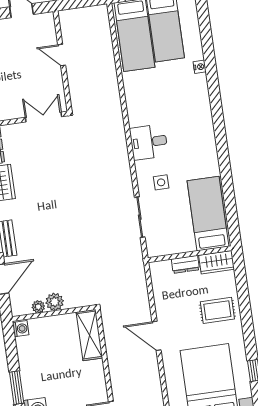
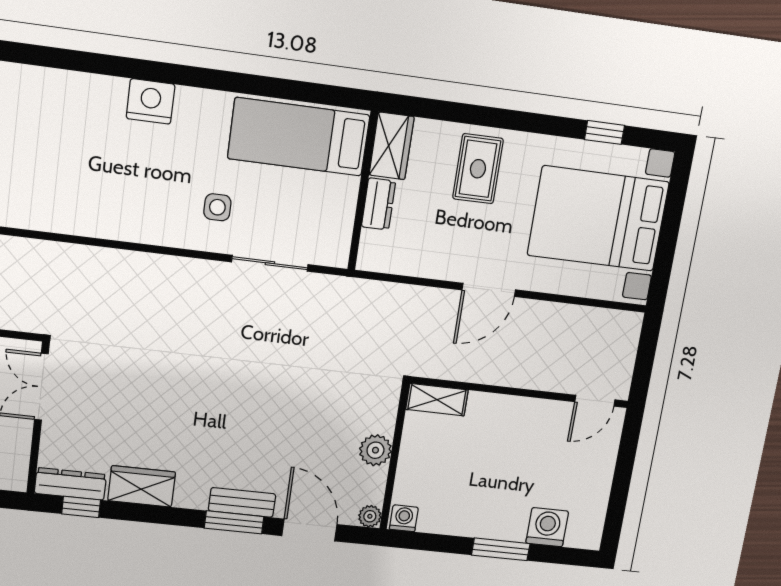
nightstand: (200, 67) -> (151, 101), moved, width x1.89, depth x1.79
desk: (149, 142) -> (137, 210), removed
plant: (38, 307) -> (370, 516), moved
shelving: (89, 335) -> (437, 400), width x0.67, depth x0.75

